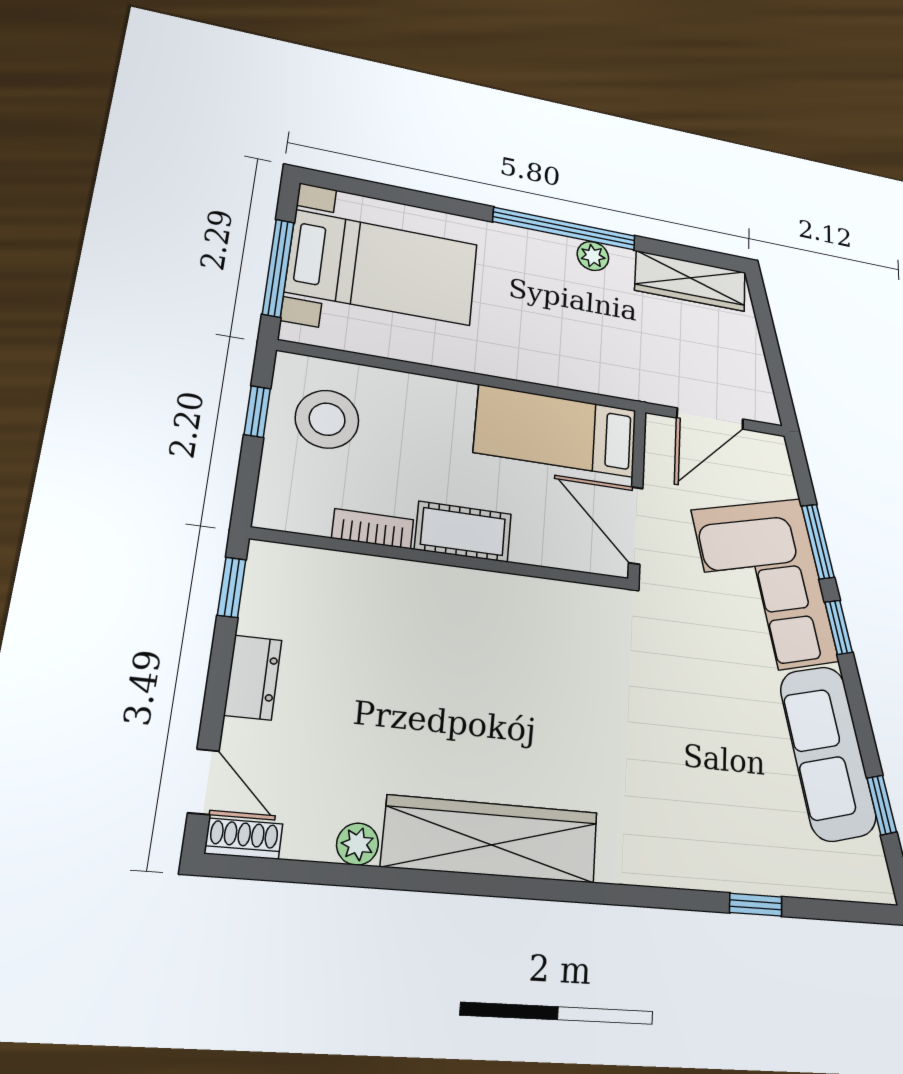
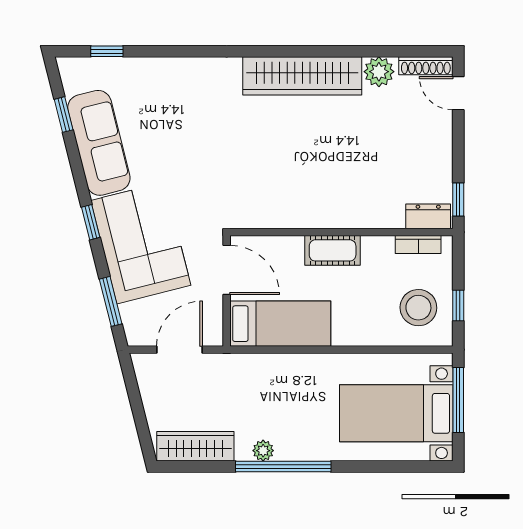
bookcase: (373, 529) -> (418, 244), moved
window: (818, 542) -> (111, 301), moved
dresser: (253, 677) -> (428, 216), moved, turned 90
shoe rack: (244, 839) -> (426, 66), width x1.43
plant: (358, 844) -> (379, 72), width x1.38, depth x1.38
window: (756, 905) -> (107, 51), moved

